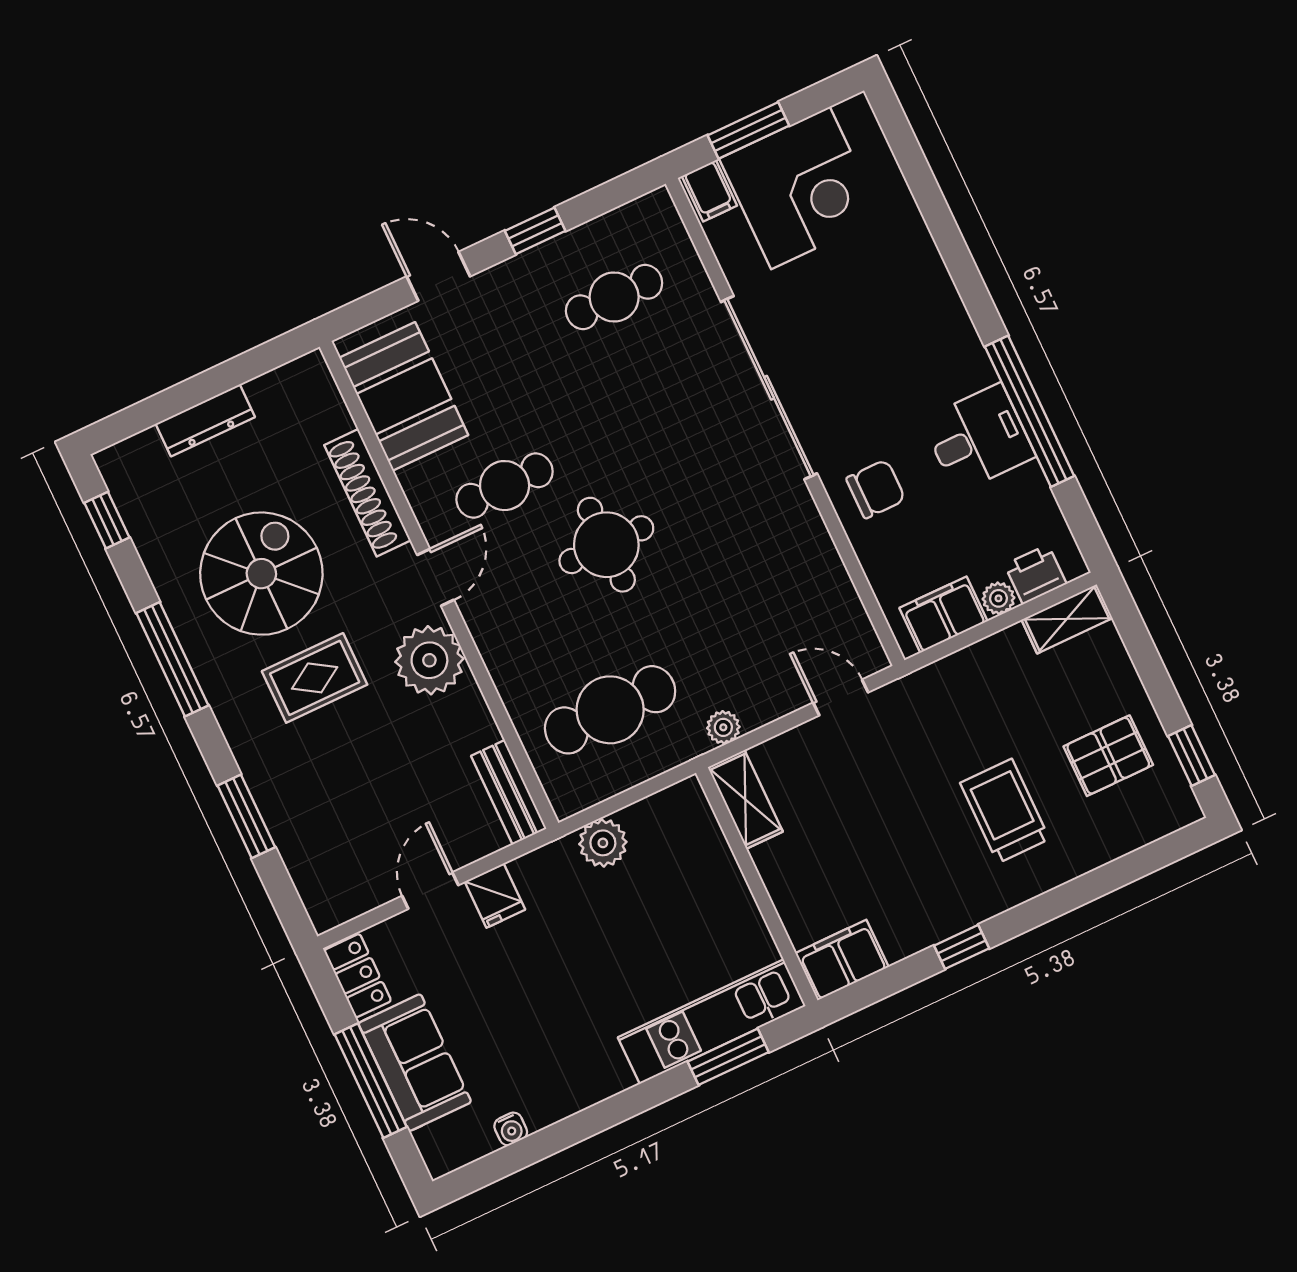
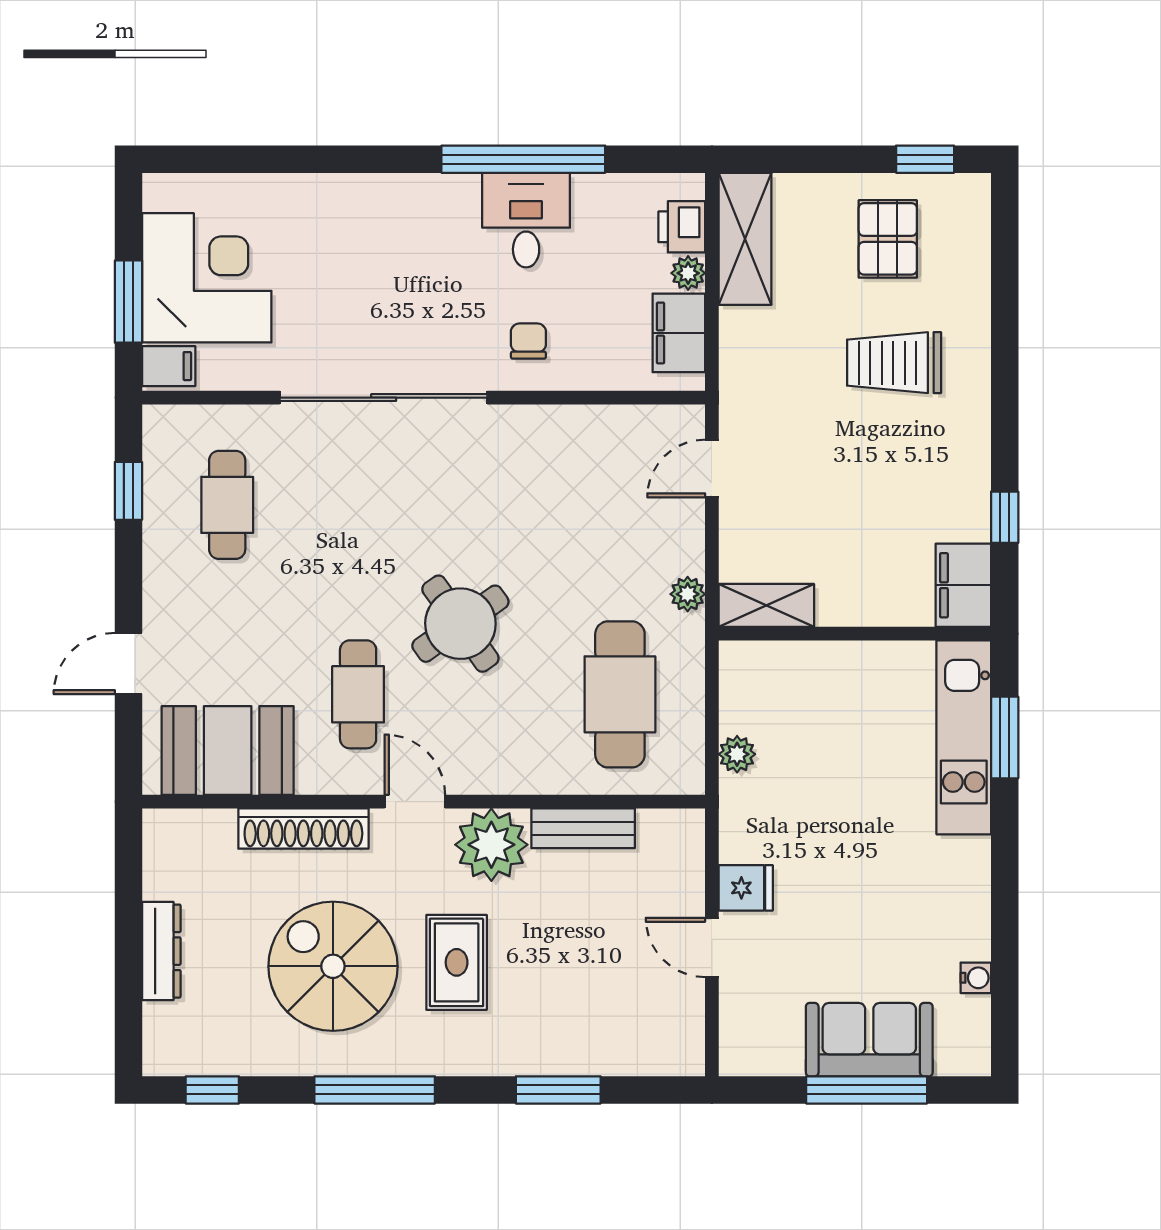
window: (535, 231) -> (128, 491), moved
chair: (876, 489) -> (528, 341), width x0.73, depth x0.73
round table: (606, 545) -> (460, 624), turned -35
shelving: (1067, 619) -> (745, 239), width x1.50, depth x1.33
bench: (509, 792) -> (583, 828), moved
plant: (603, 843) -> (737, 754), width x0.73, depth x0.73
window: (962, 947) -> (1005, 517), moved
locker: (358, 976) -> (760, 1055), removed

